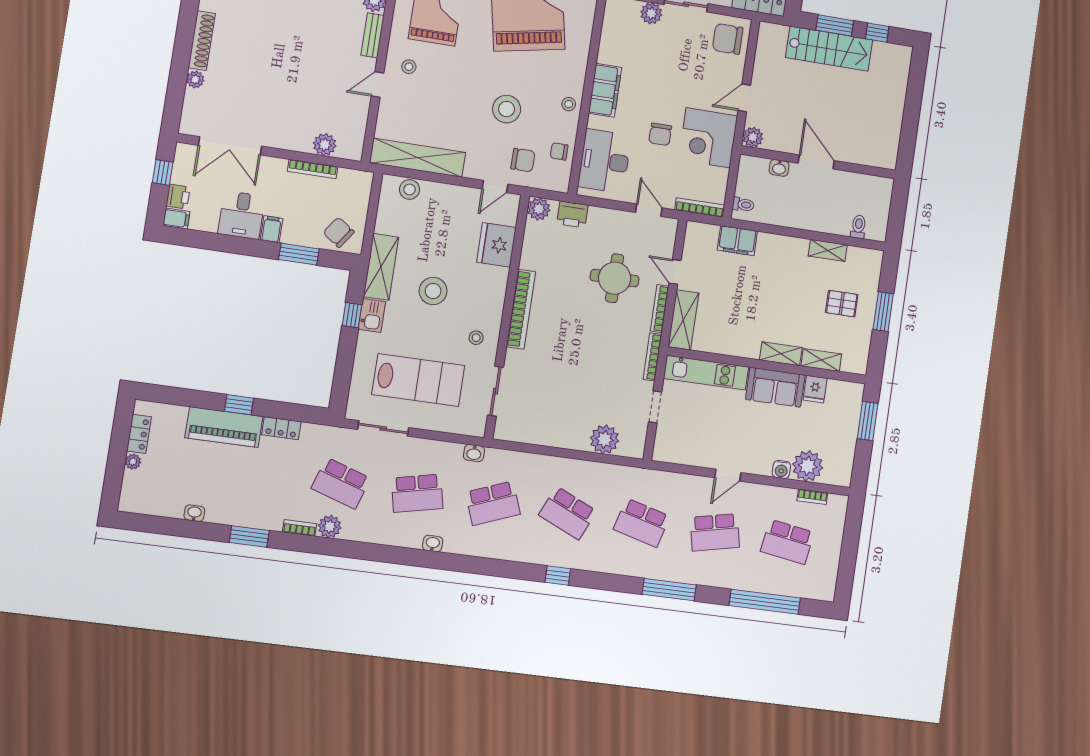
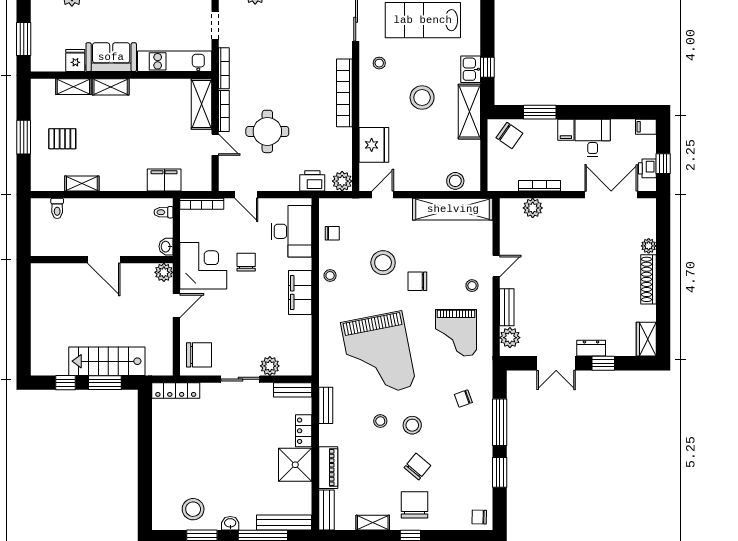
chair: (523, 160) -> (417, 281), moved
washbasin: (779, 168) -> (166, 247), moved, turned -90
printer: (178, 197) -> (647, 168), moved

